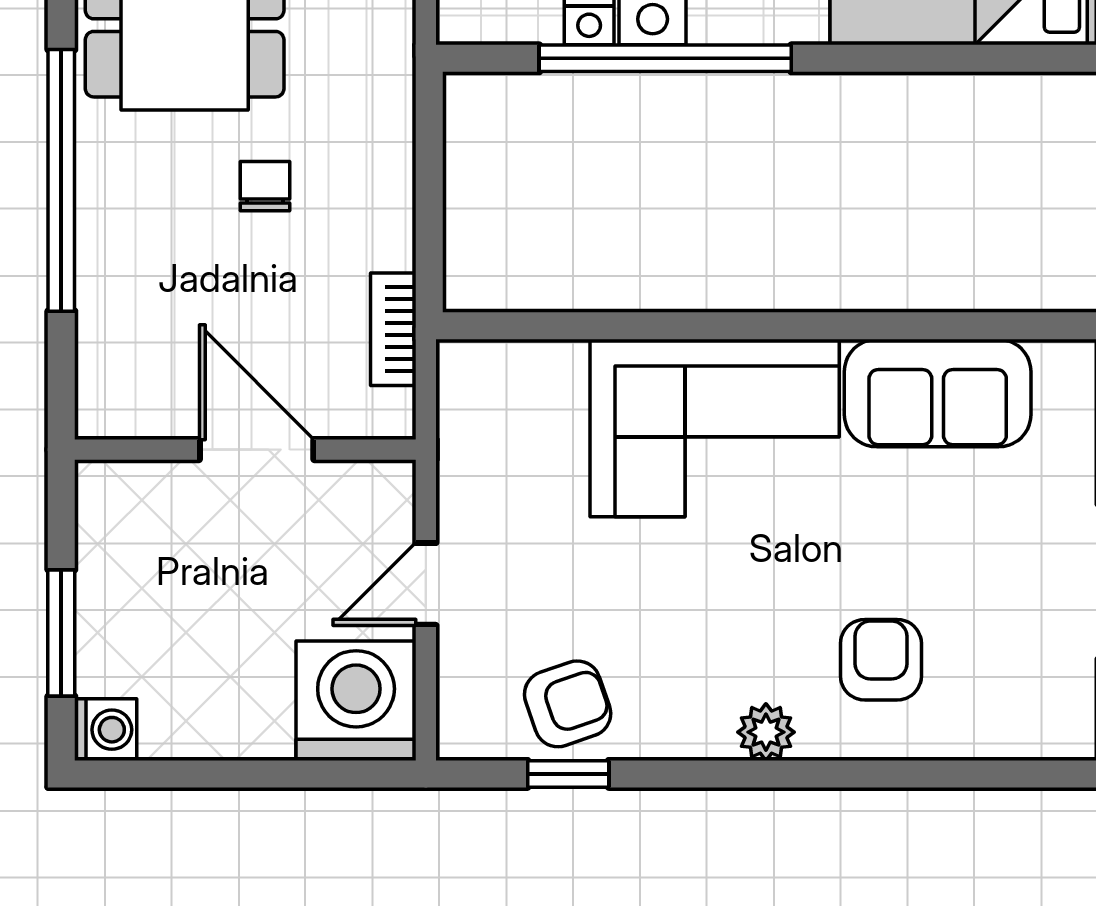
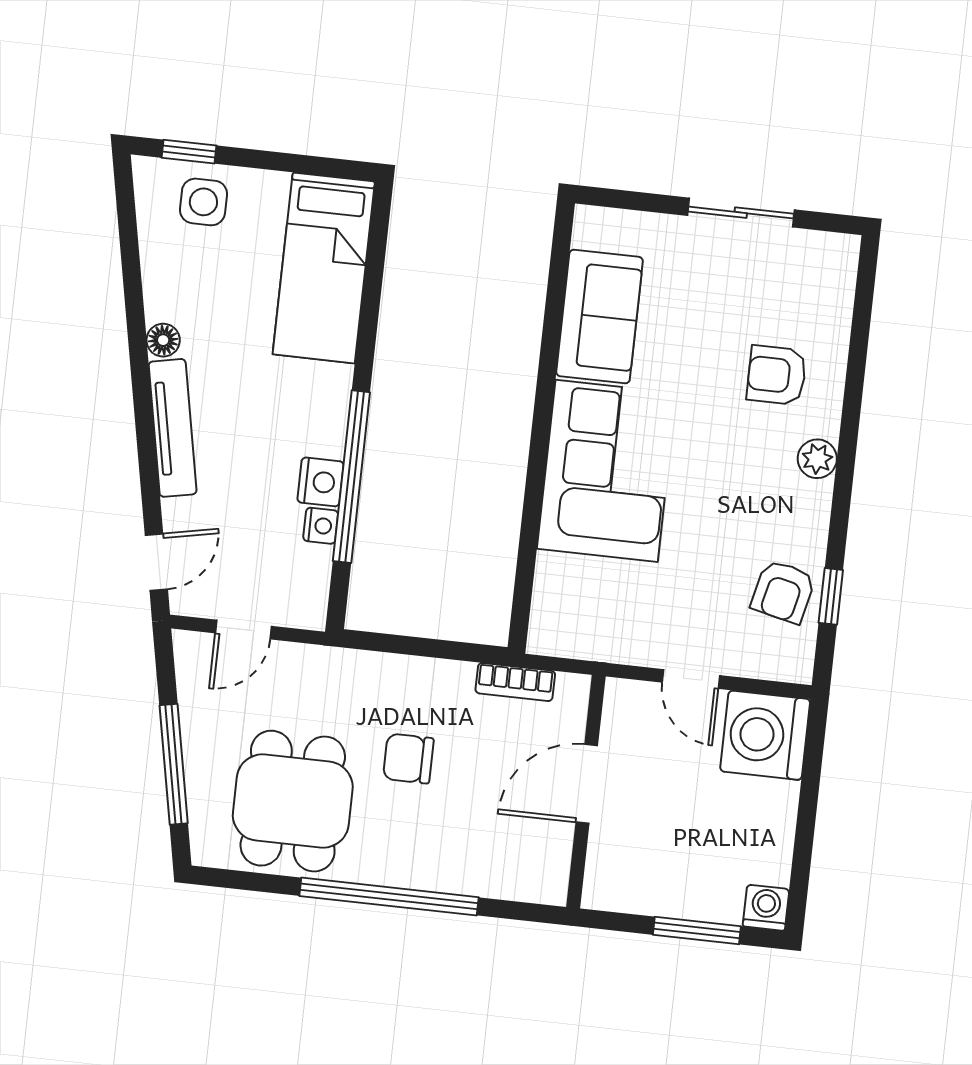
chair: (265, 186) -> (408, 759), width x1.37, depth x1.37
armchair: (568, 704) -> (783, 592), turned -148

